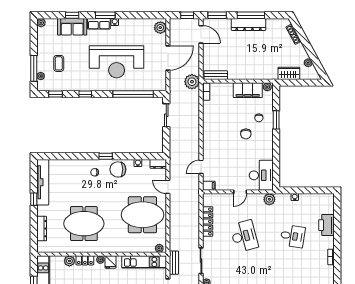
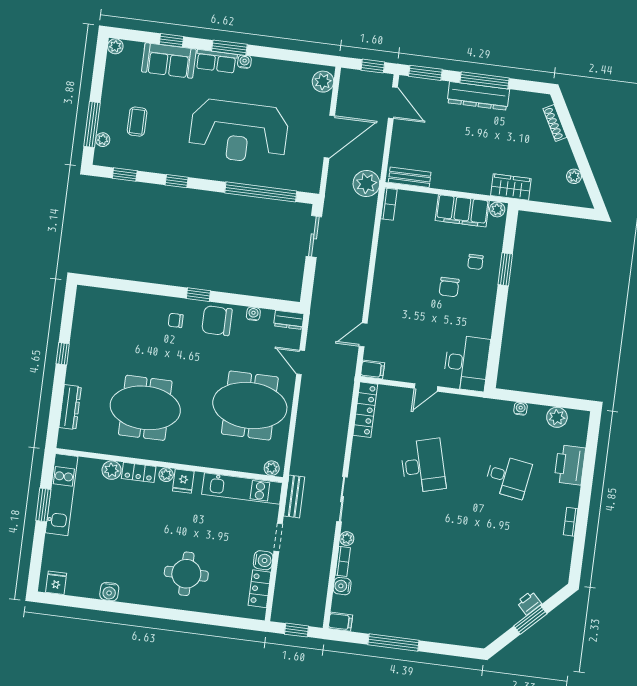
wardrobe: (289, 73) -> (511, 187), moved
tv unit: (43, 182) -> (82, 326), removed
plant: (269, 199) -> (557, 417), moved
locker: (208, 221) -> (365, 410), moved

